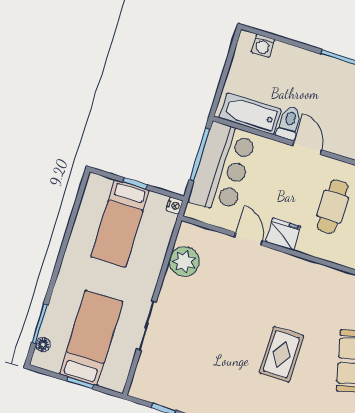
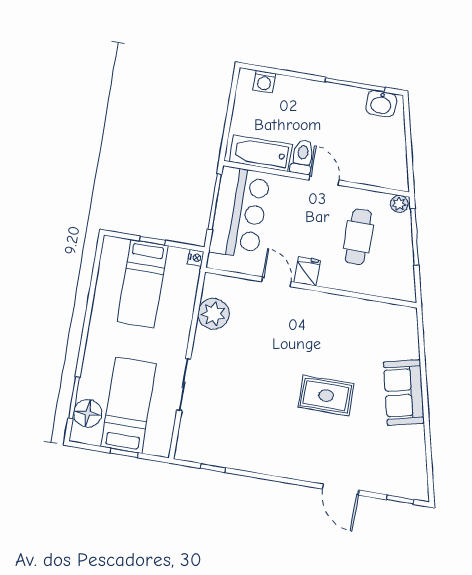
fridge: (283, 234) -> (307, 271), width x0.72
floor lamp: (43, 345) -> (88, 413), width x1.89, depth x1.89
rug: (281, 354) -> (326, 396), turned 90

